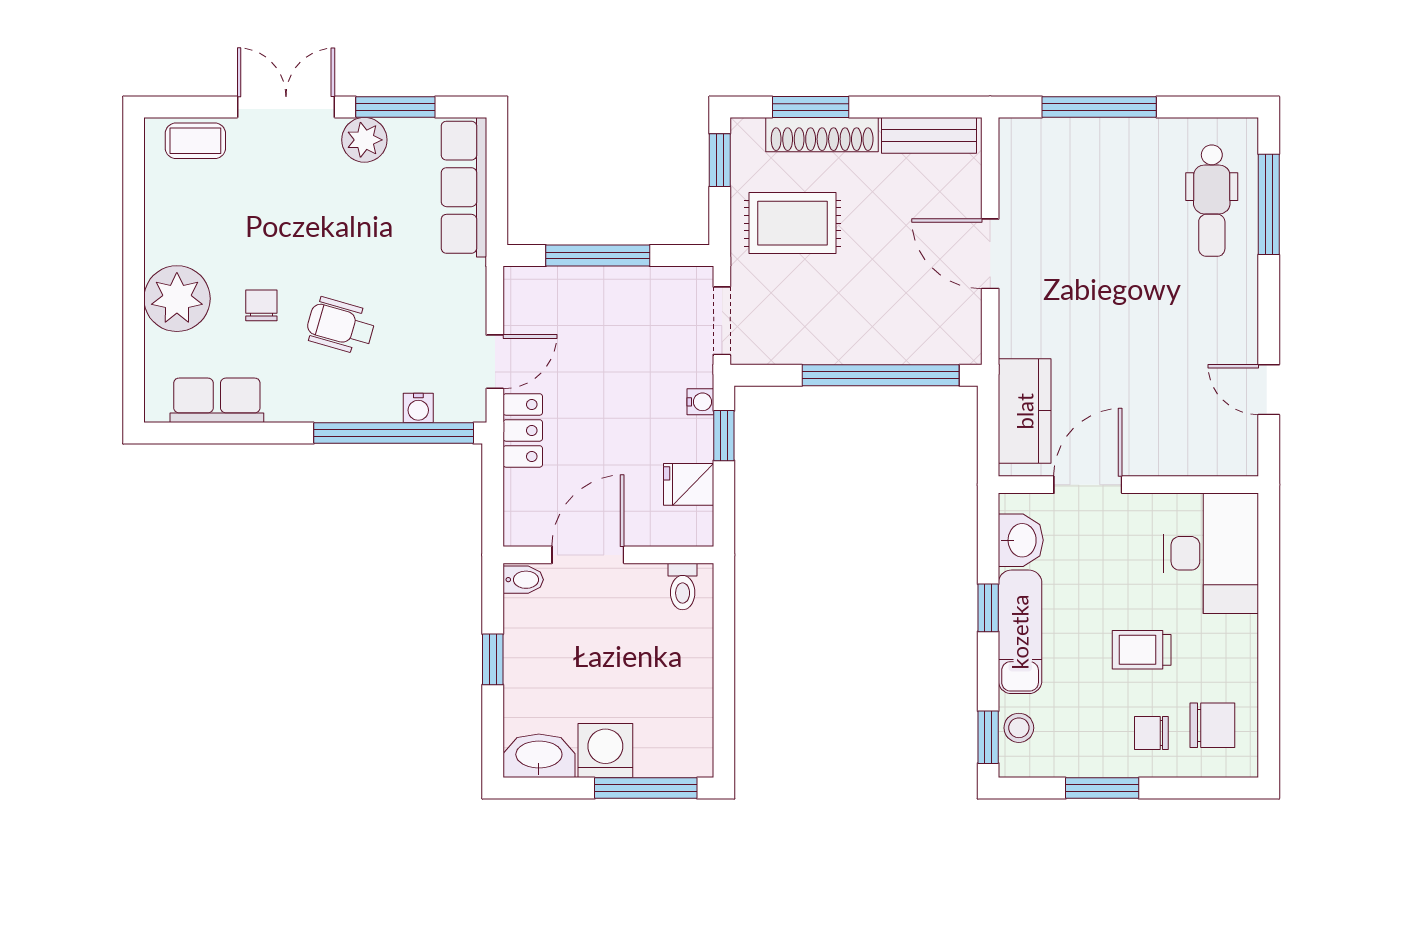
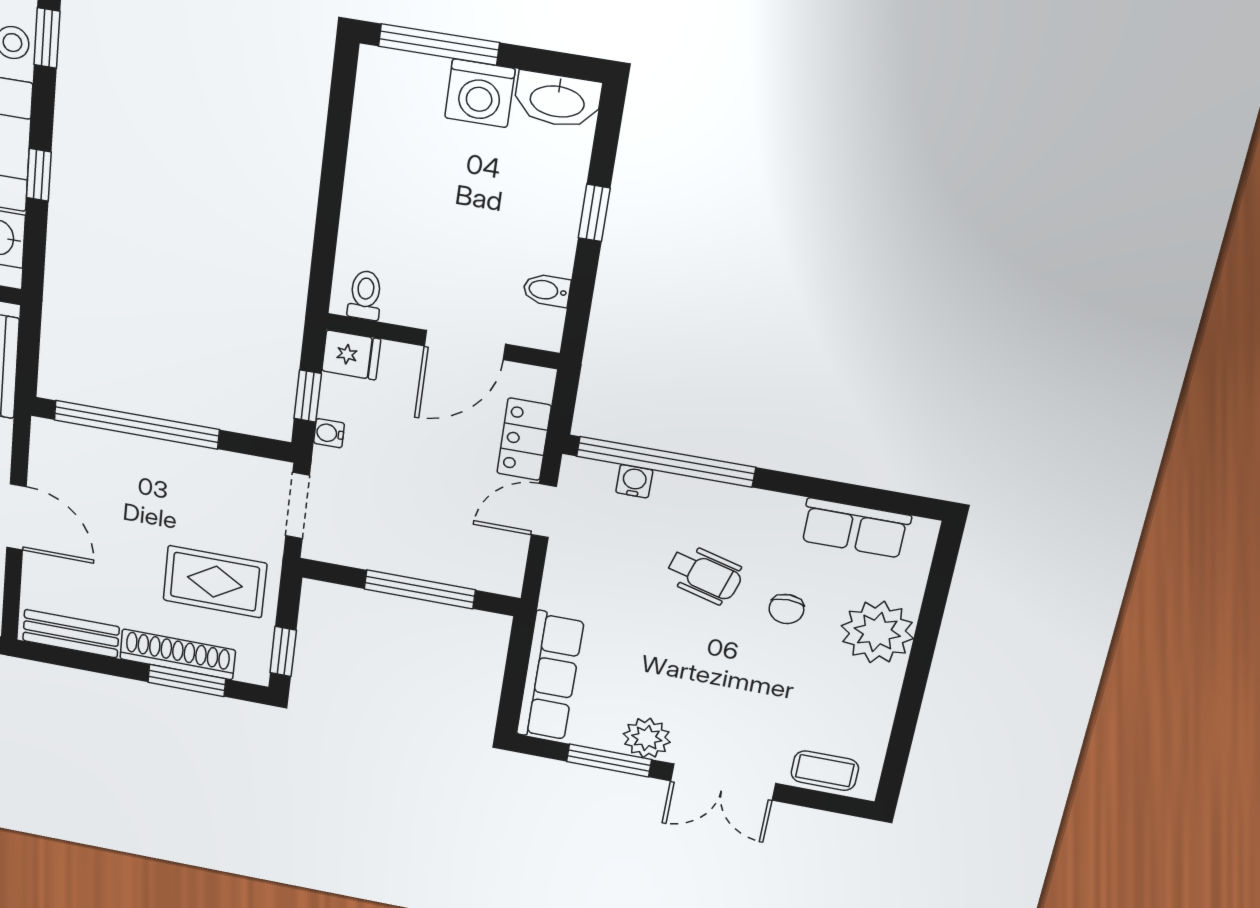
door: (588, 555) -> (465, 345), moved
wall: (608, 555) -> (442, 341), moved
toilet: (683, 586) -> (365, 295), moved

